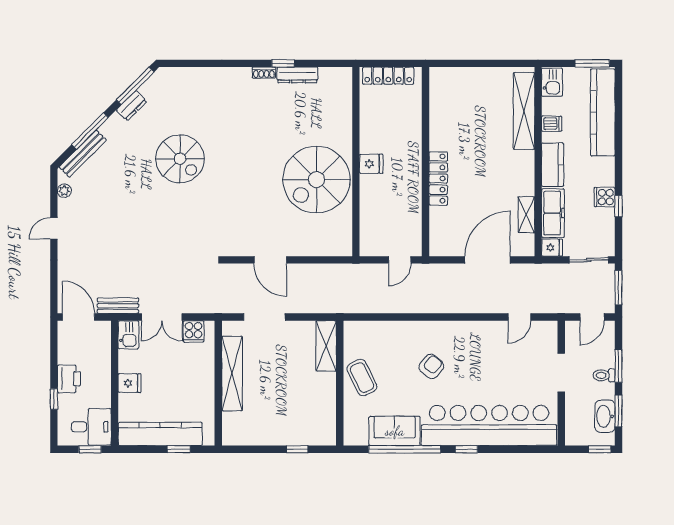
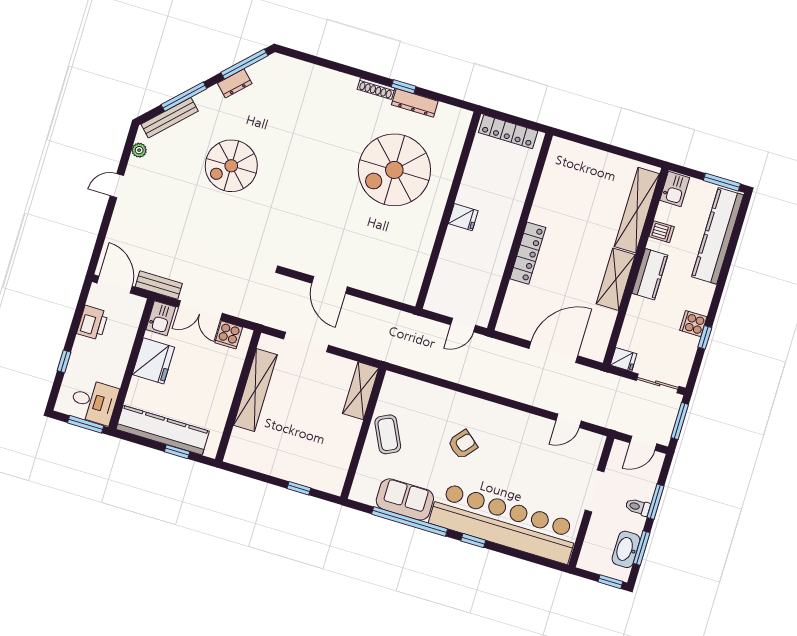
shoe rack: (264, 73) -> (376, 89), width x1.43
spiral stairs: (180, 159) -> (231, 166), moved, turned 90
spiral stairs: (316, 180) -> (394, 170), moved
freezer: (553, 213) -> (635, 324), removed
shelving: (526, 215) -> (616, 279), moved, width x1.50, depth x1.33
printer: (69, 379) -> (93, 323), moved
fridge: (130, 383) -> (153, 361), width x1.88, depth x1.34
window: (90, 449) -> (86, 424), width x1.50

